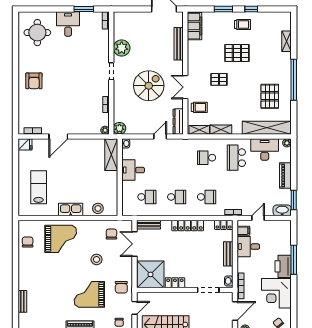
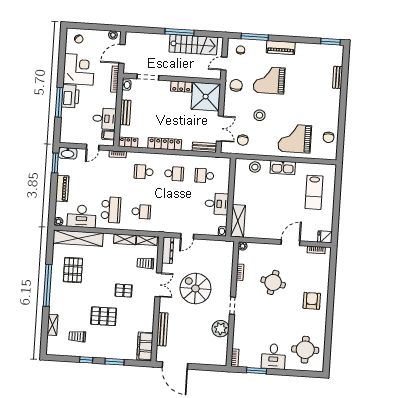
trolley: (242, 24) -> (77, 336), moved
spiral stairs: (149, 86) -> (195, 289), turned 90
round table: (73, 96) -> (273, 282), added
plant: (120, 128) -> (228, 247), removed
school desk: (177, 197) -> (174, 174), turned 180
grand piano: (89, 294) -> (269, 80), turned 180

